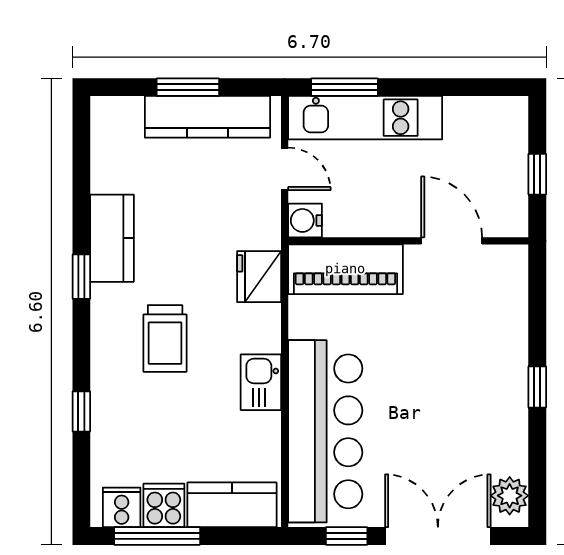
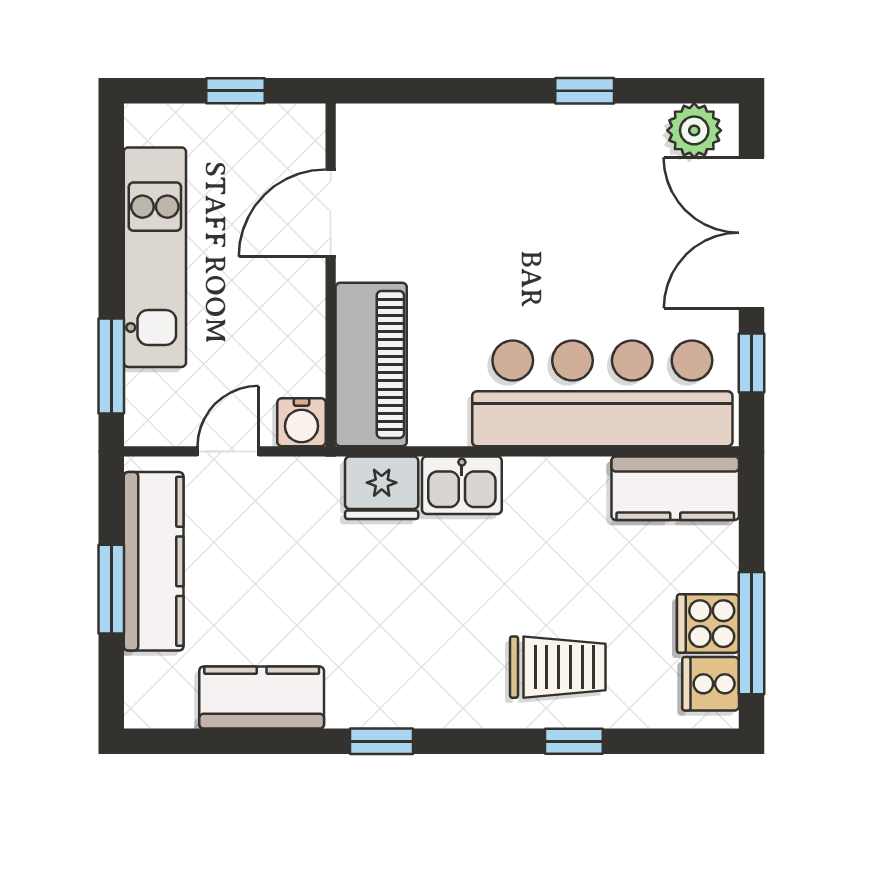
kitchen unit: (365, 118) -> (155, 257), moved
kitchen counter: (112, 238) -> (262, 697), moved
trolley: (165, 338) -> (558, 667), moved
kitchen sink: (261, 382) -> (462, 485), moved
window: (537, 387) -> (585, 91), moved
kitchen counter: (232, 505) -> (675, 488), moved, turned -90

